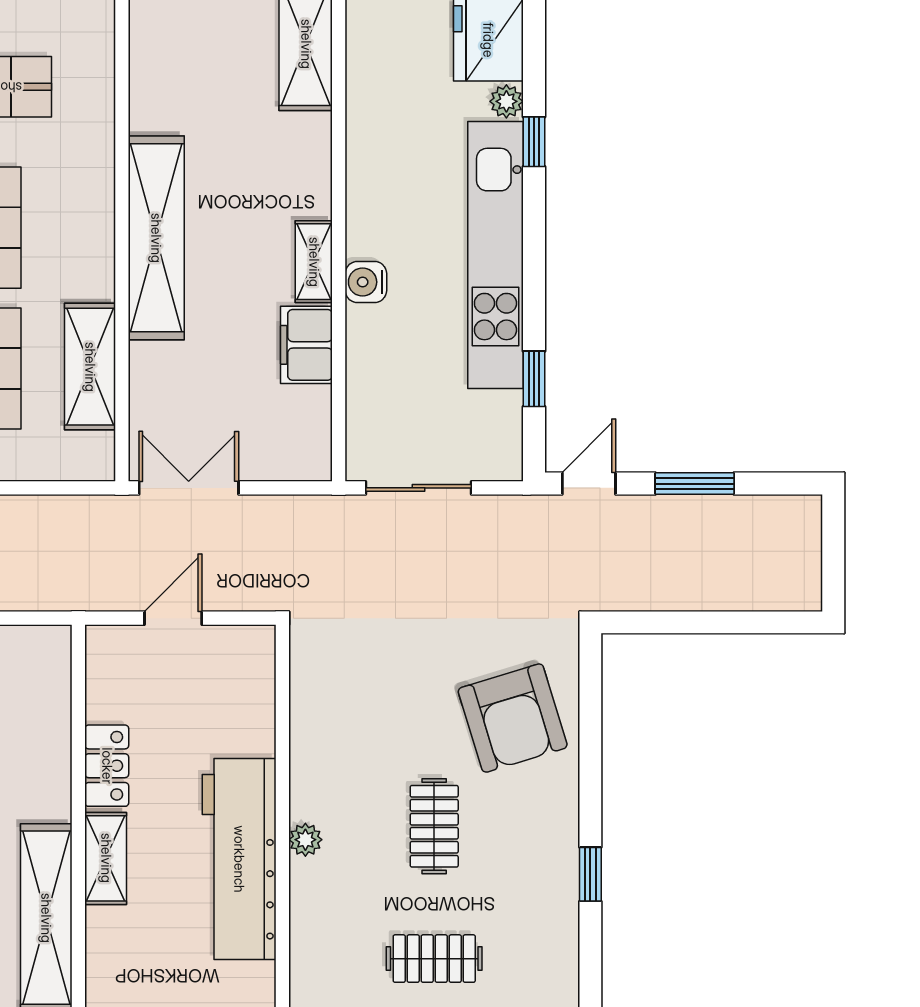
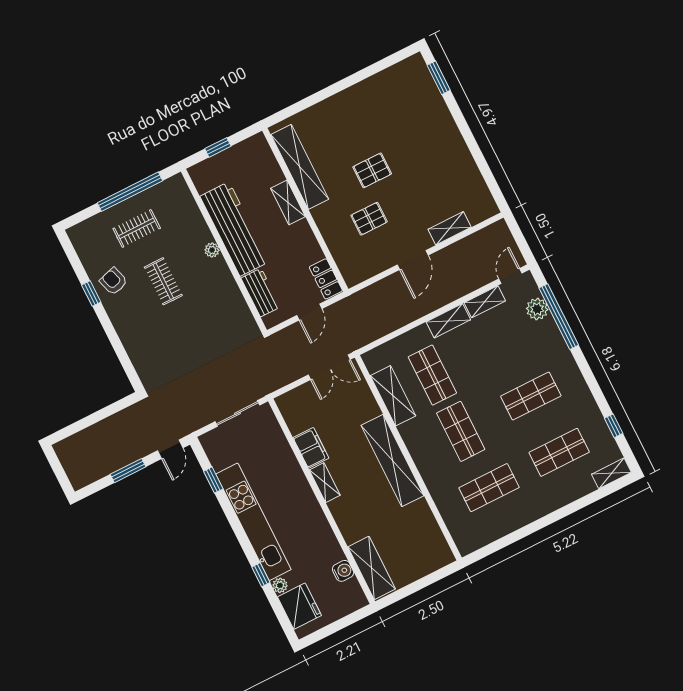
water cooler: (366, 282) -> (343, 571), moved
workbench: (251, 706) -> (261, 292), added
armchair: (513, 718) -> (113, 281), moved, width x0.53, depth x0.53
locker: (107, 766) -> (326, 279), moved

